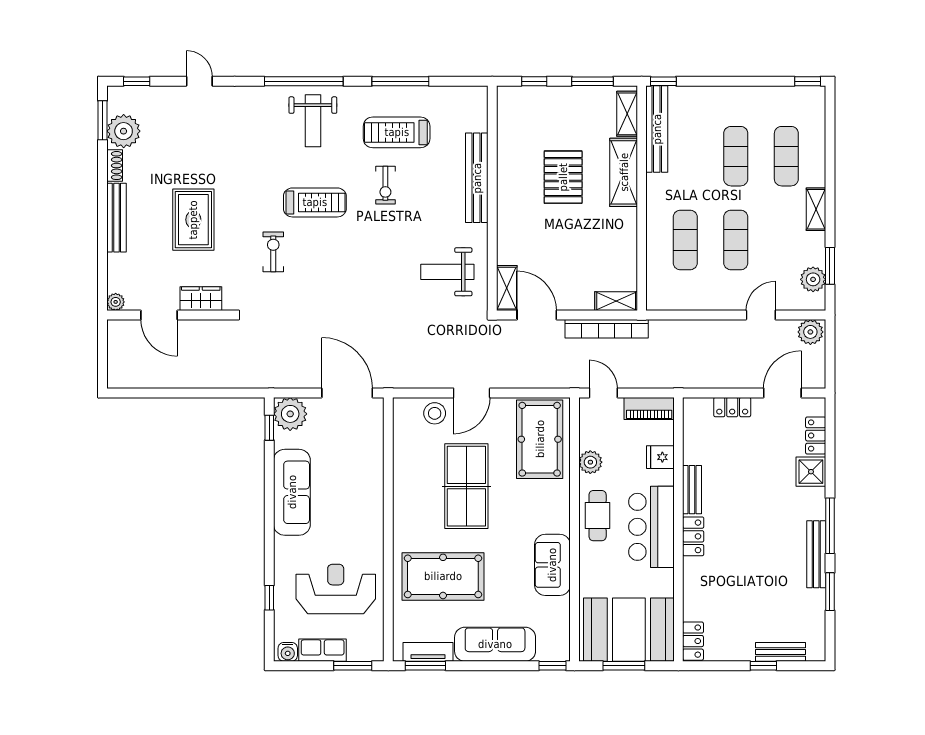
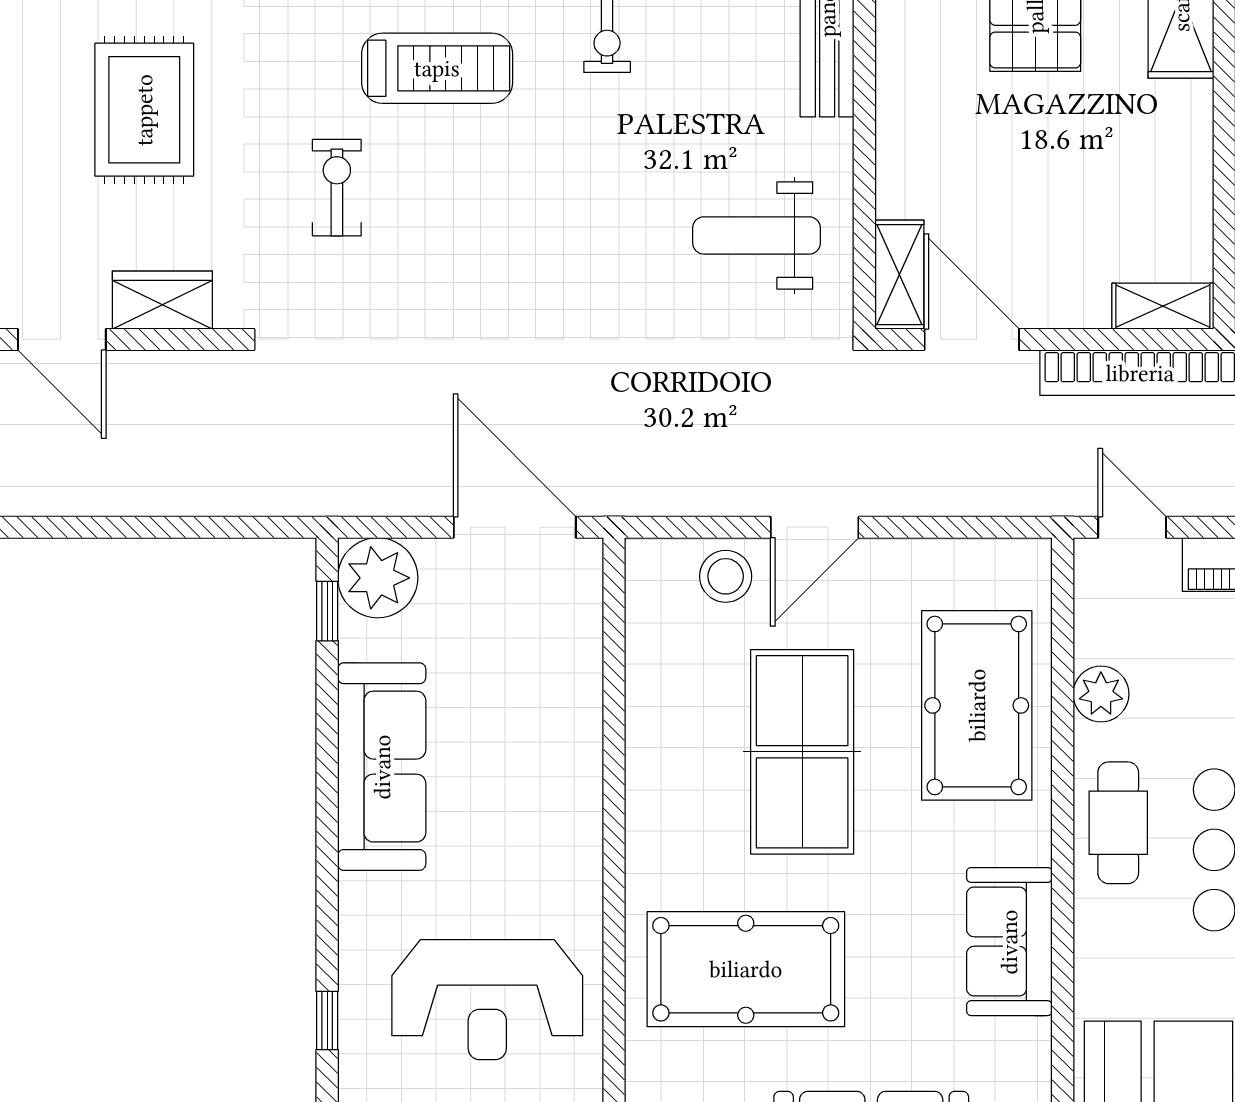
pool table: (540, 439) -> (977, 705), moved
reception desk: (336, 589) -> (487, 1000), turned 180

